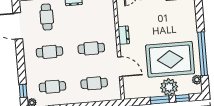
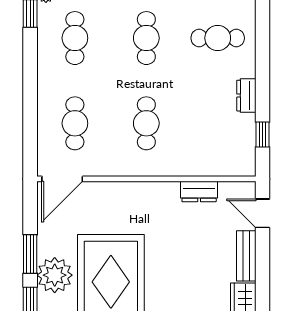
dresser: (124, 35) -> (199, 192), moved
door: (120, 67) -> (62, 179), moved

